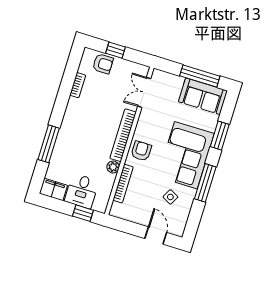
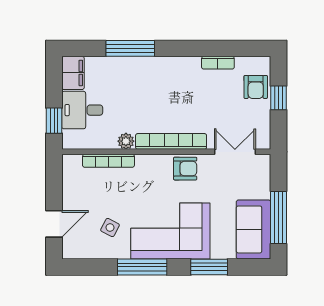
armchair: (141, 151) -> (185, 169), moved

